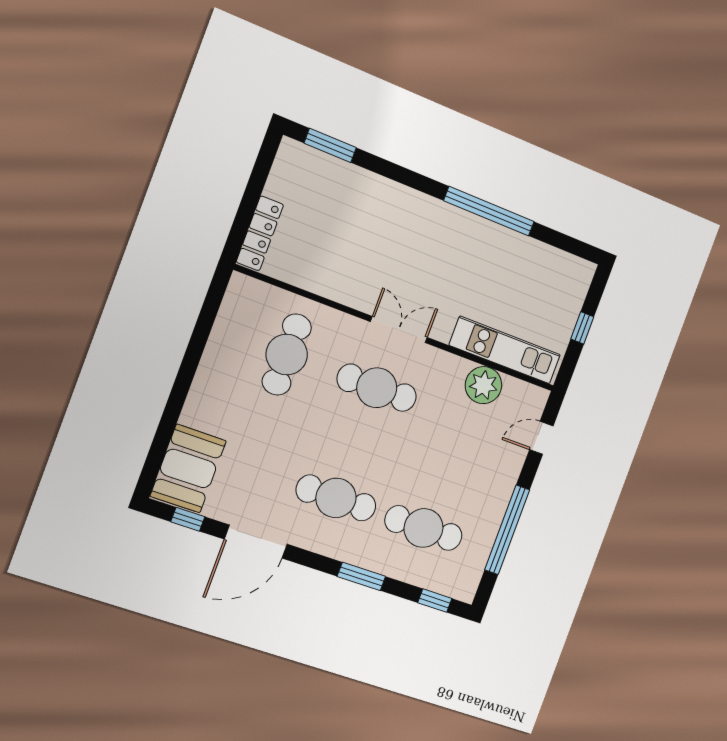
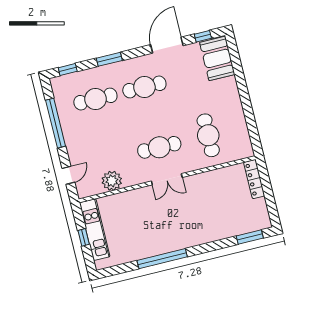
kitchen unit: (505, 350) -> (95, 230), moved, turned -90

